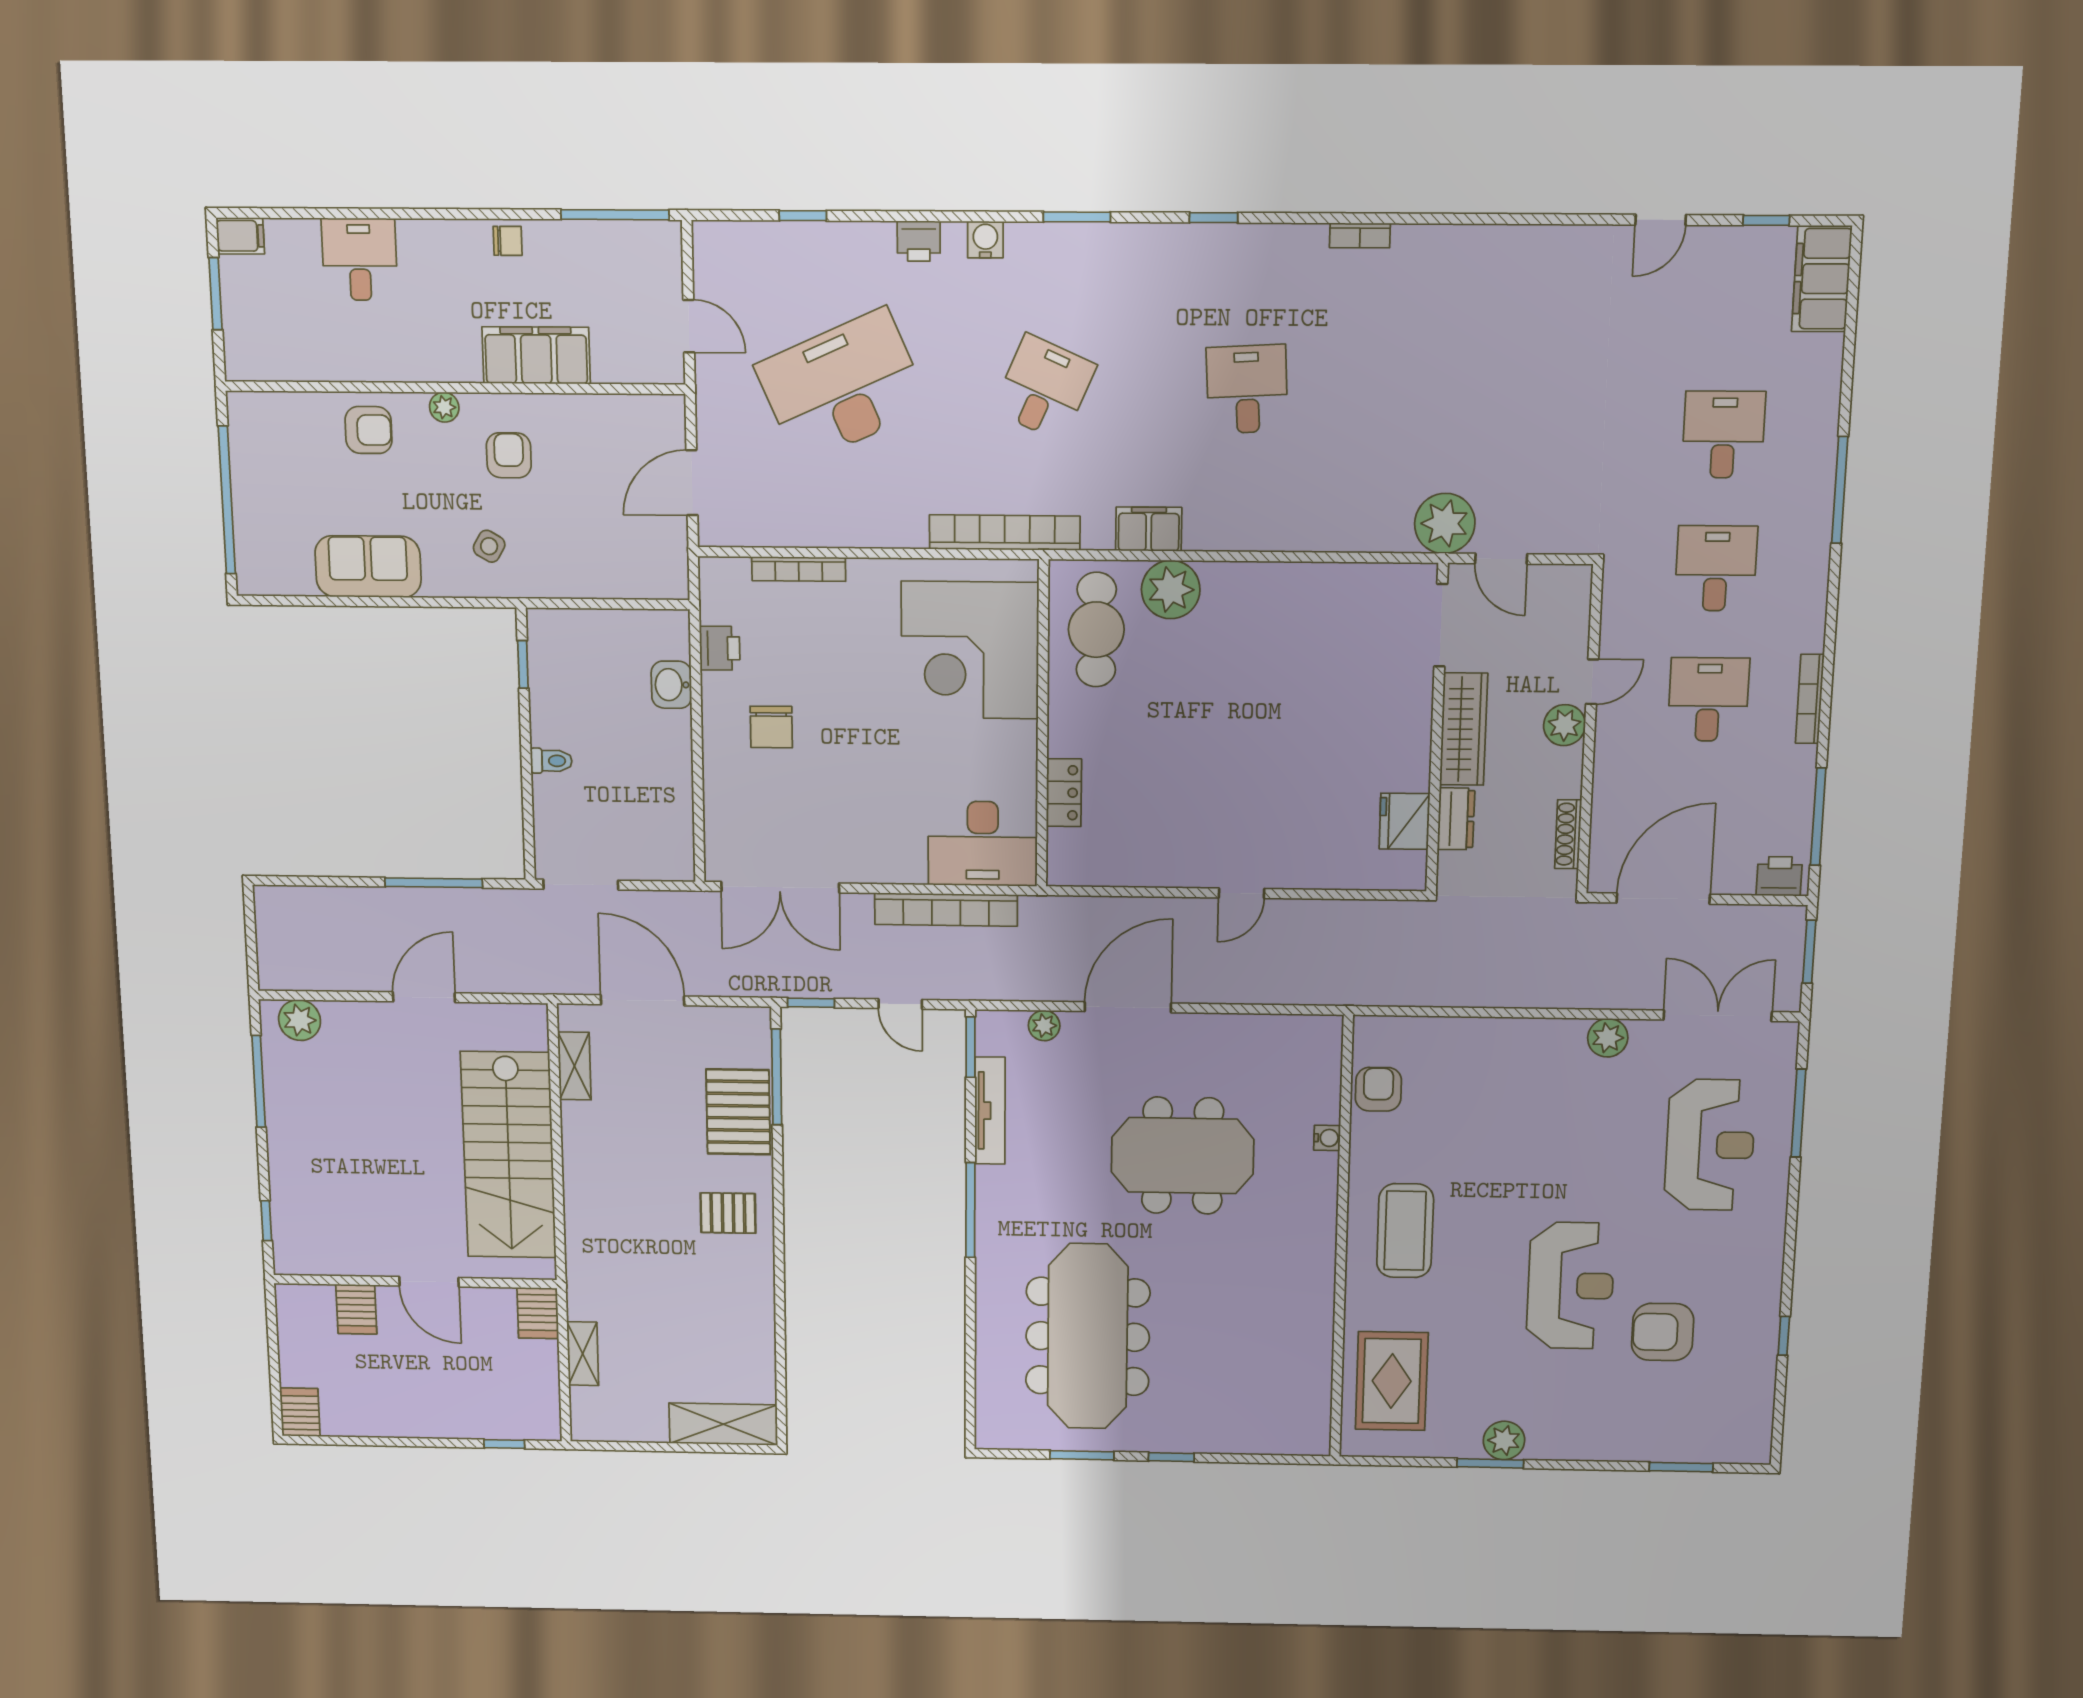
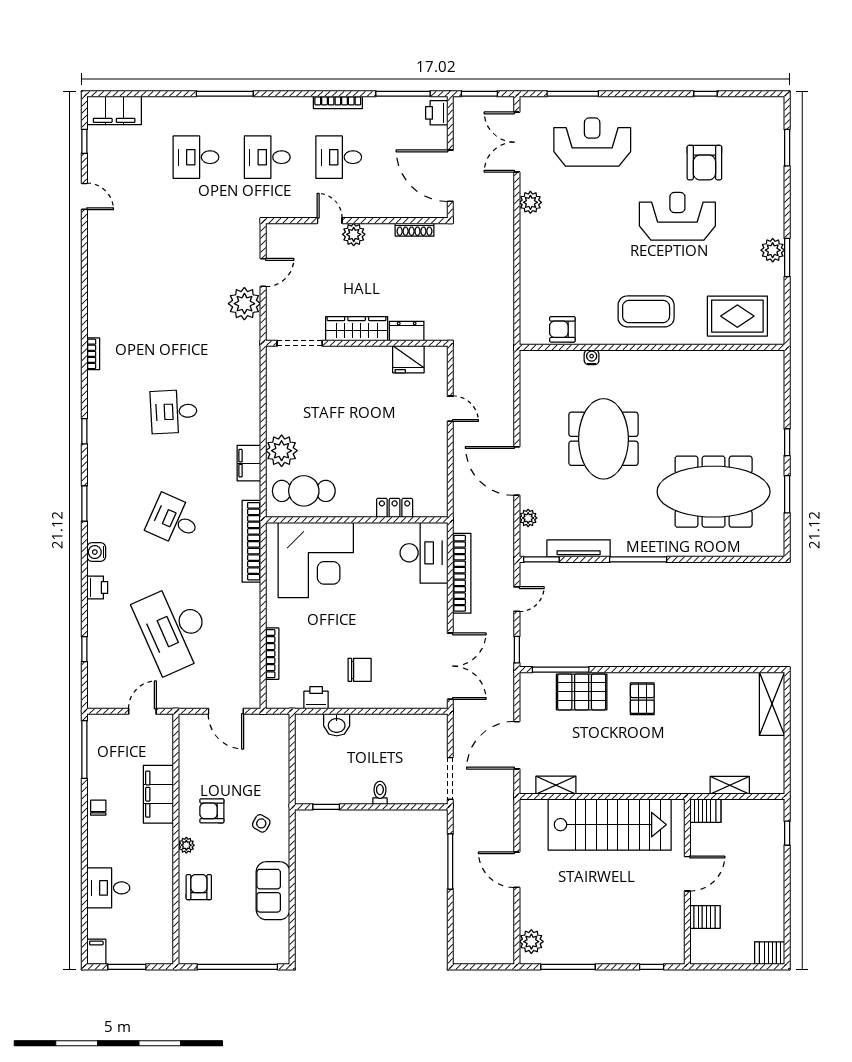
doorway: (1441, 625) -> (300, 343), moved
wall: (1437, 729) -> (357, 343), moved
wardrobe: (1464, 729) -> (357, 329), moved
dresser: (1456, 819) -> (407, 331), moved
fridge: (1405, 821) -> (408, 359), moved

